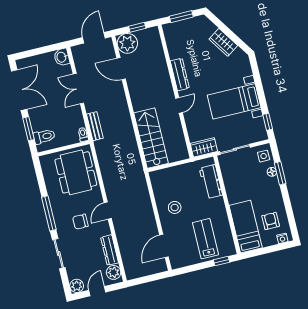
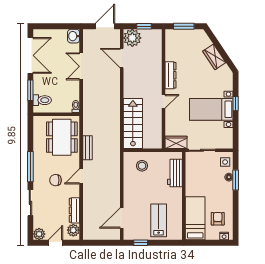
window: (268, 122) -> (236, 104), moved
bench: (95, 126) -> (87, 148), moved
stool: (175, 207) -> (142, 166), moved
window: (222, 261) -> (141, 243), moved

